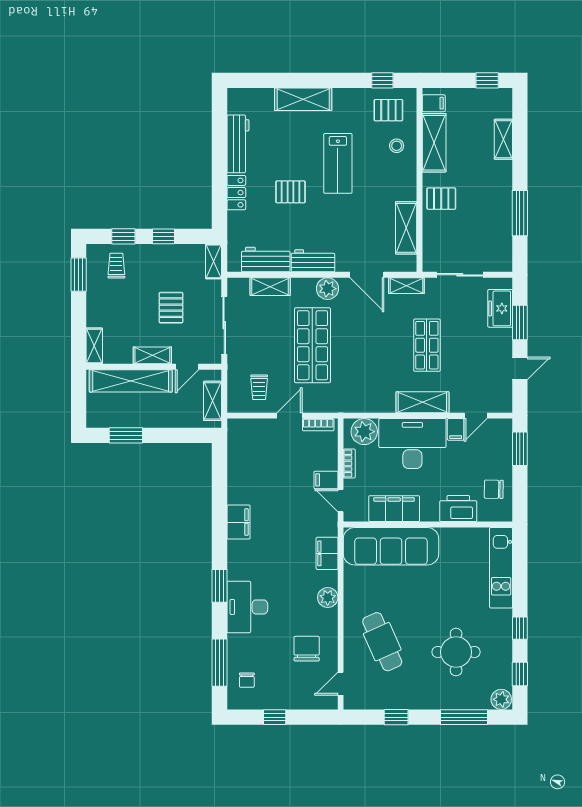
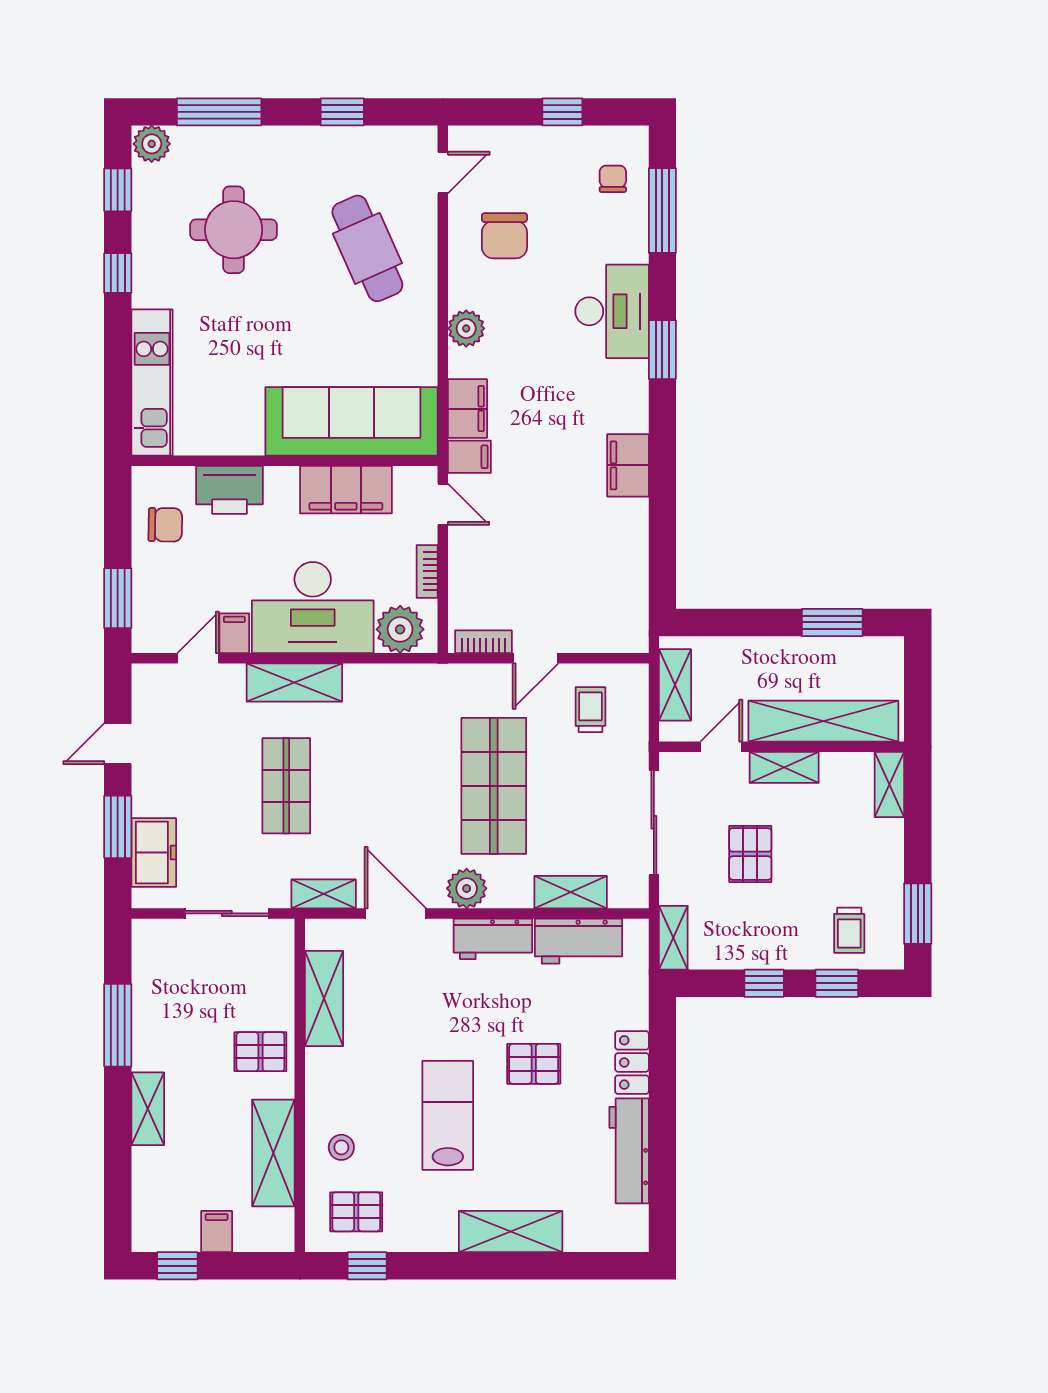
filing cabinet: (434, 103) -> (217, 1232), moved, turned 90
shelving: (503, 139) -> (148, 1109), moved
filing cabinet: (326, 480) -> (469, 457), moved

